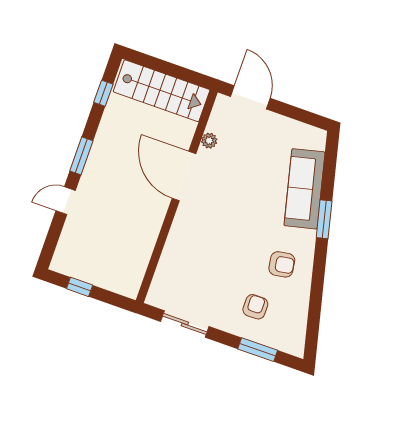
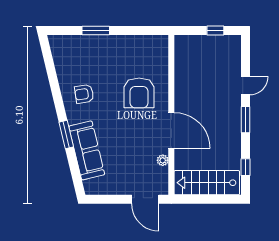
armchair: (255, 307) -> (139, 93), moved, width x1.88, depth x1.88
sliding door: (185, 324) -> (136, 31), removed
window: (258, 350) -> (96, 31), moved

